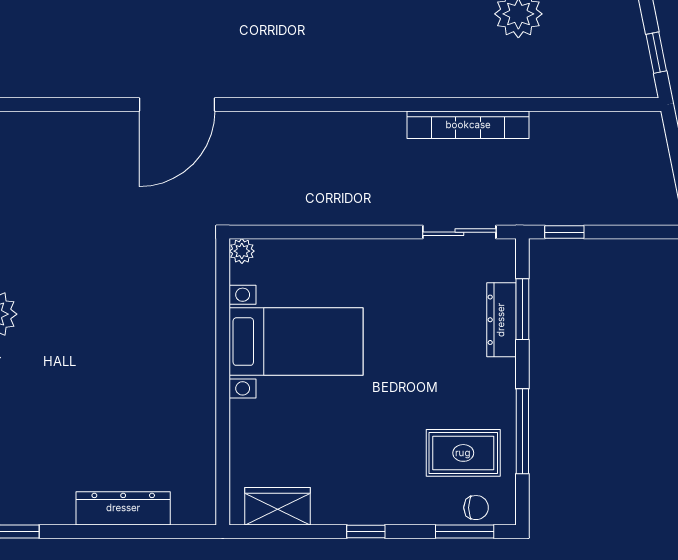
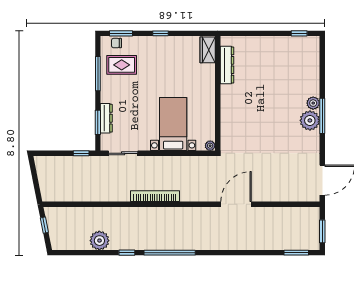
bookcase: (468, 125) -> (155, 196), moved
bed with nightstands: (296, 342) -> (173, 124), moved, turned 90
wardrobe: (277, 506) -> (208, 50), moved, turned 90
dresser: (123, 508) -> (227, 65), moved, turned -90

